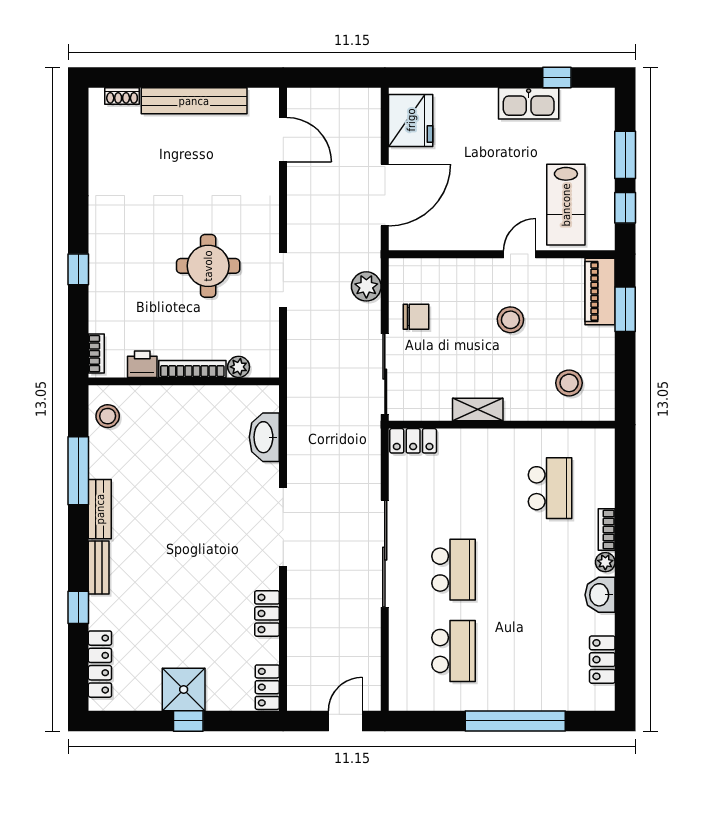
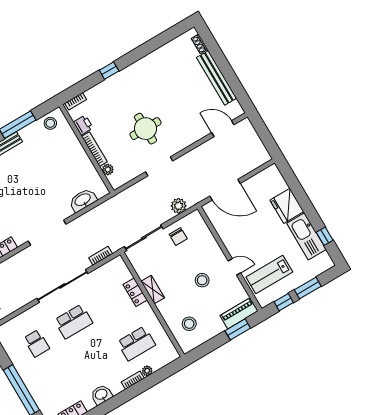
kitchen sink: (529, 103) -> (306, 236), width x1.36, depth x1.24
fridge: (411, 120) -> (287, 206), moved, turned 90
door: (283, 140) -> (223, 129), swing flipped
locker: (413, 441) -> (135, 292), moved
bookcase: (372, 462) -> (101, 256), added
plant: (605, 562) -> (147, 371), moved
school desk: (454, 651) -> (37, 343), width x0.54

